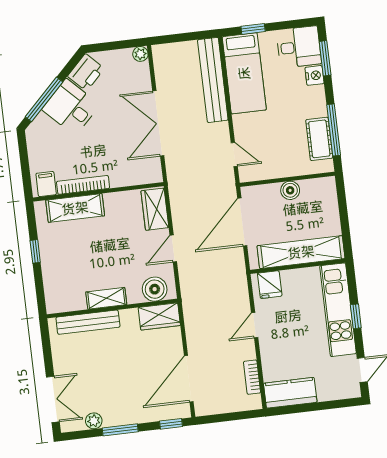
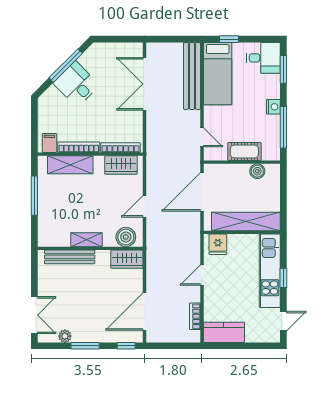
plant: (140, 54) -> (137, 48), removed
printer: (86, 72) -> (92, 58), removed
nightstand: (314, 75) -> (273, 107), moved
window: (44, 99) -> (66, 66), moved
double door: (158, 123) -> (144, 84), moved
cot: (319, 139) -> (244, 151), moved, turned 90
bookcase: (135, 179) -> (120, 148), added
boiler: (290, 190) -> (257, 171), moved
wardrobe: (155, 209) -> (121, 165), moved, turned -90
window: (35, 251) -> (34, 196), width x2.17

